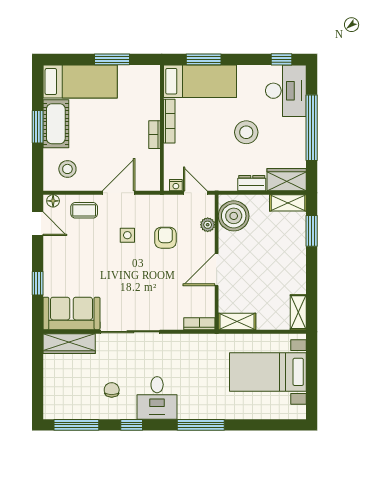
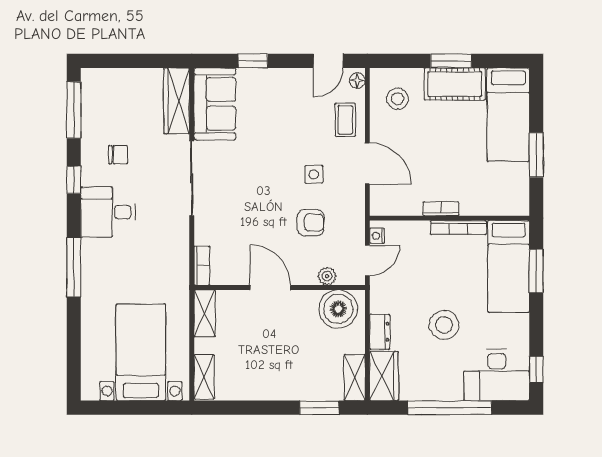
shelving: (298, 312) -> (204, 377), moved, turned 90

